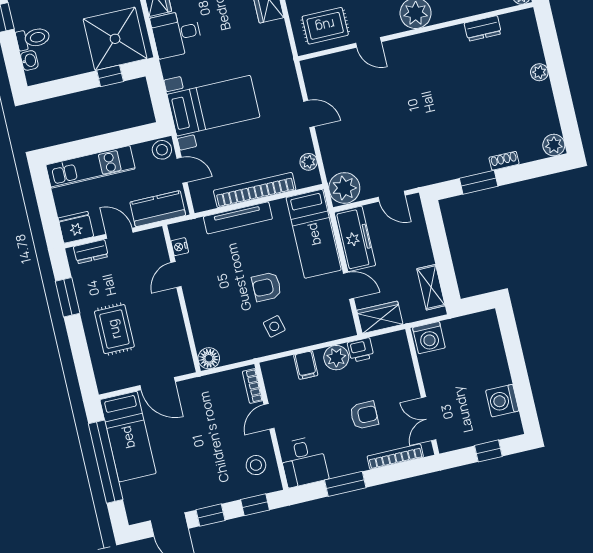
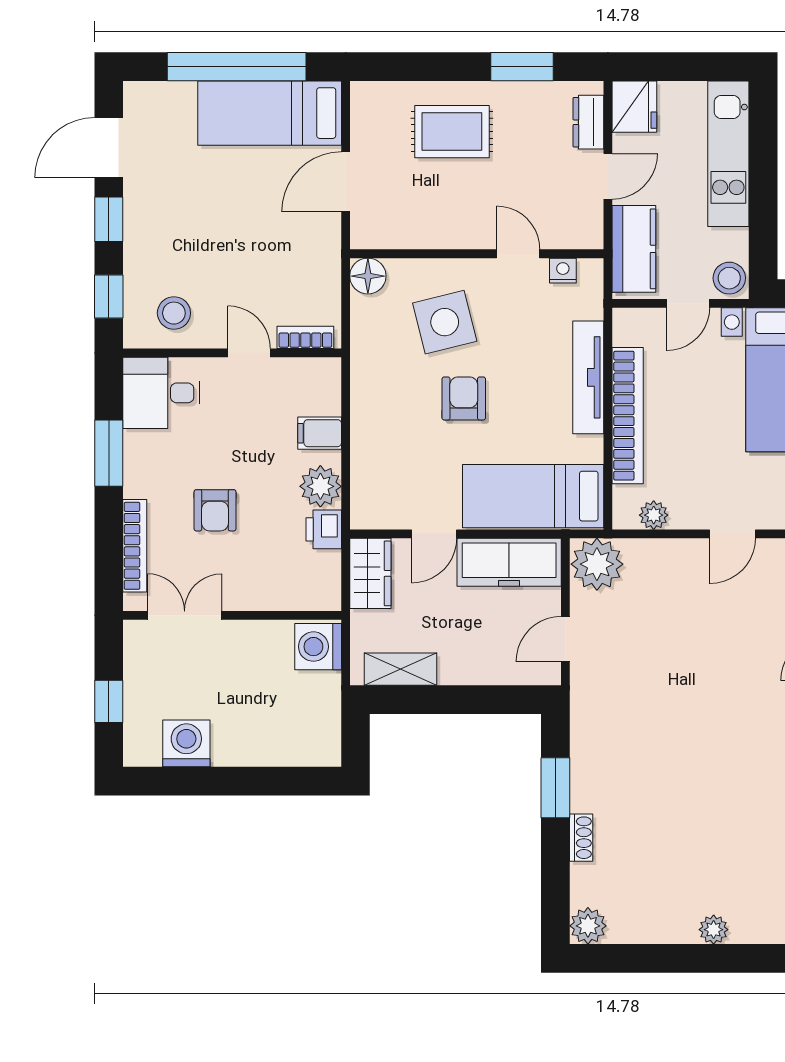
side table: (274, 326) -> (445, 322), moved, width x1.87, depth x1.87

